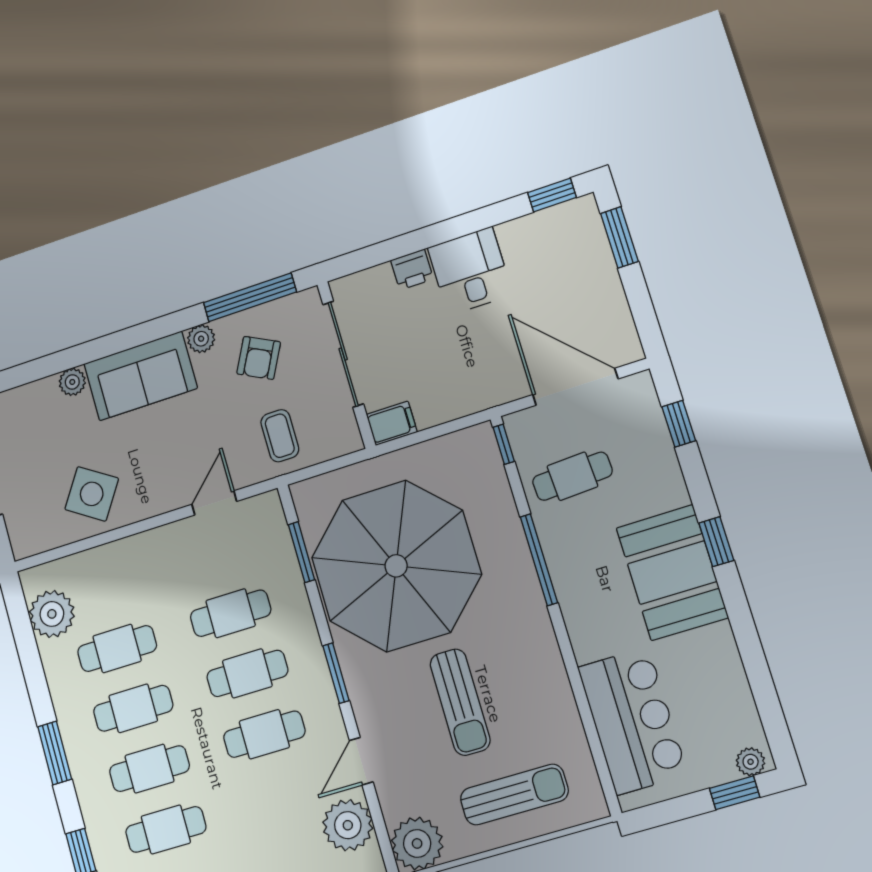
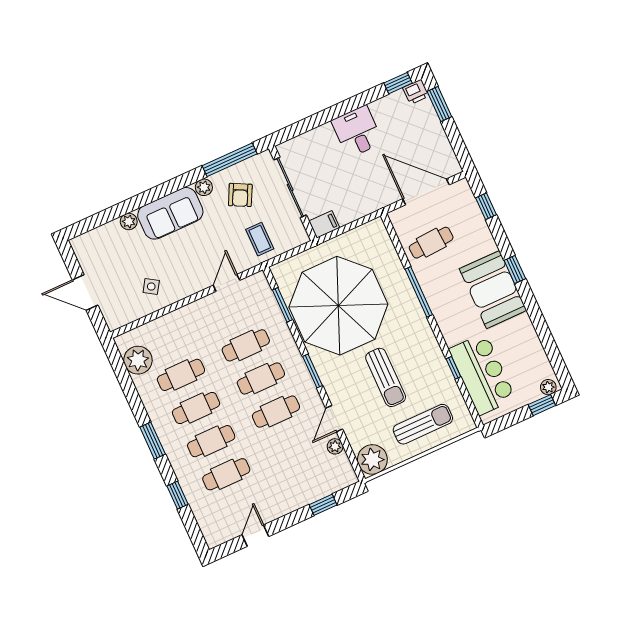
printer: (412, 270) -> (416, 92), moved
window: (504, 444) -> (453, 368), moved
side table: (92, 494) -> (151, 287), width x0.54, depth x0.54
plant: (348, 825) -> (335, 446), width x0.53, depth x0.53

